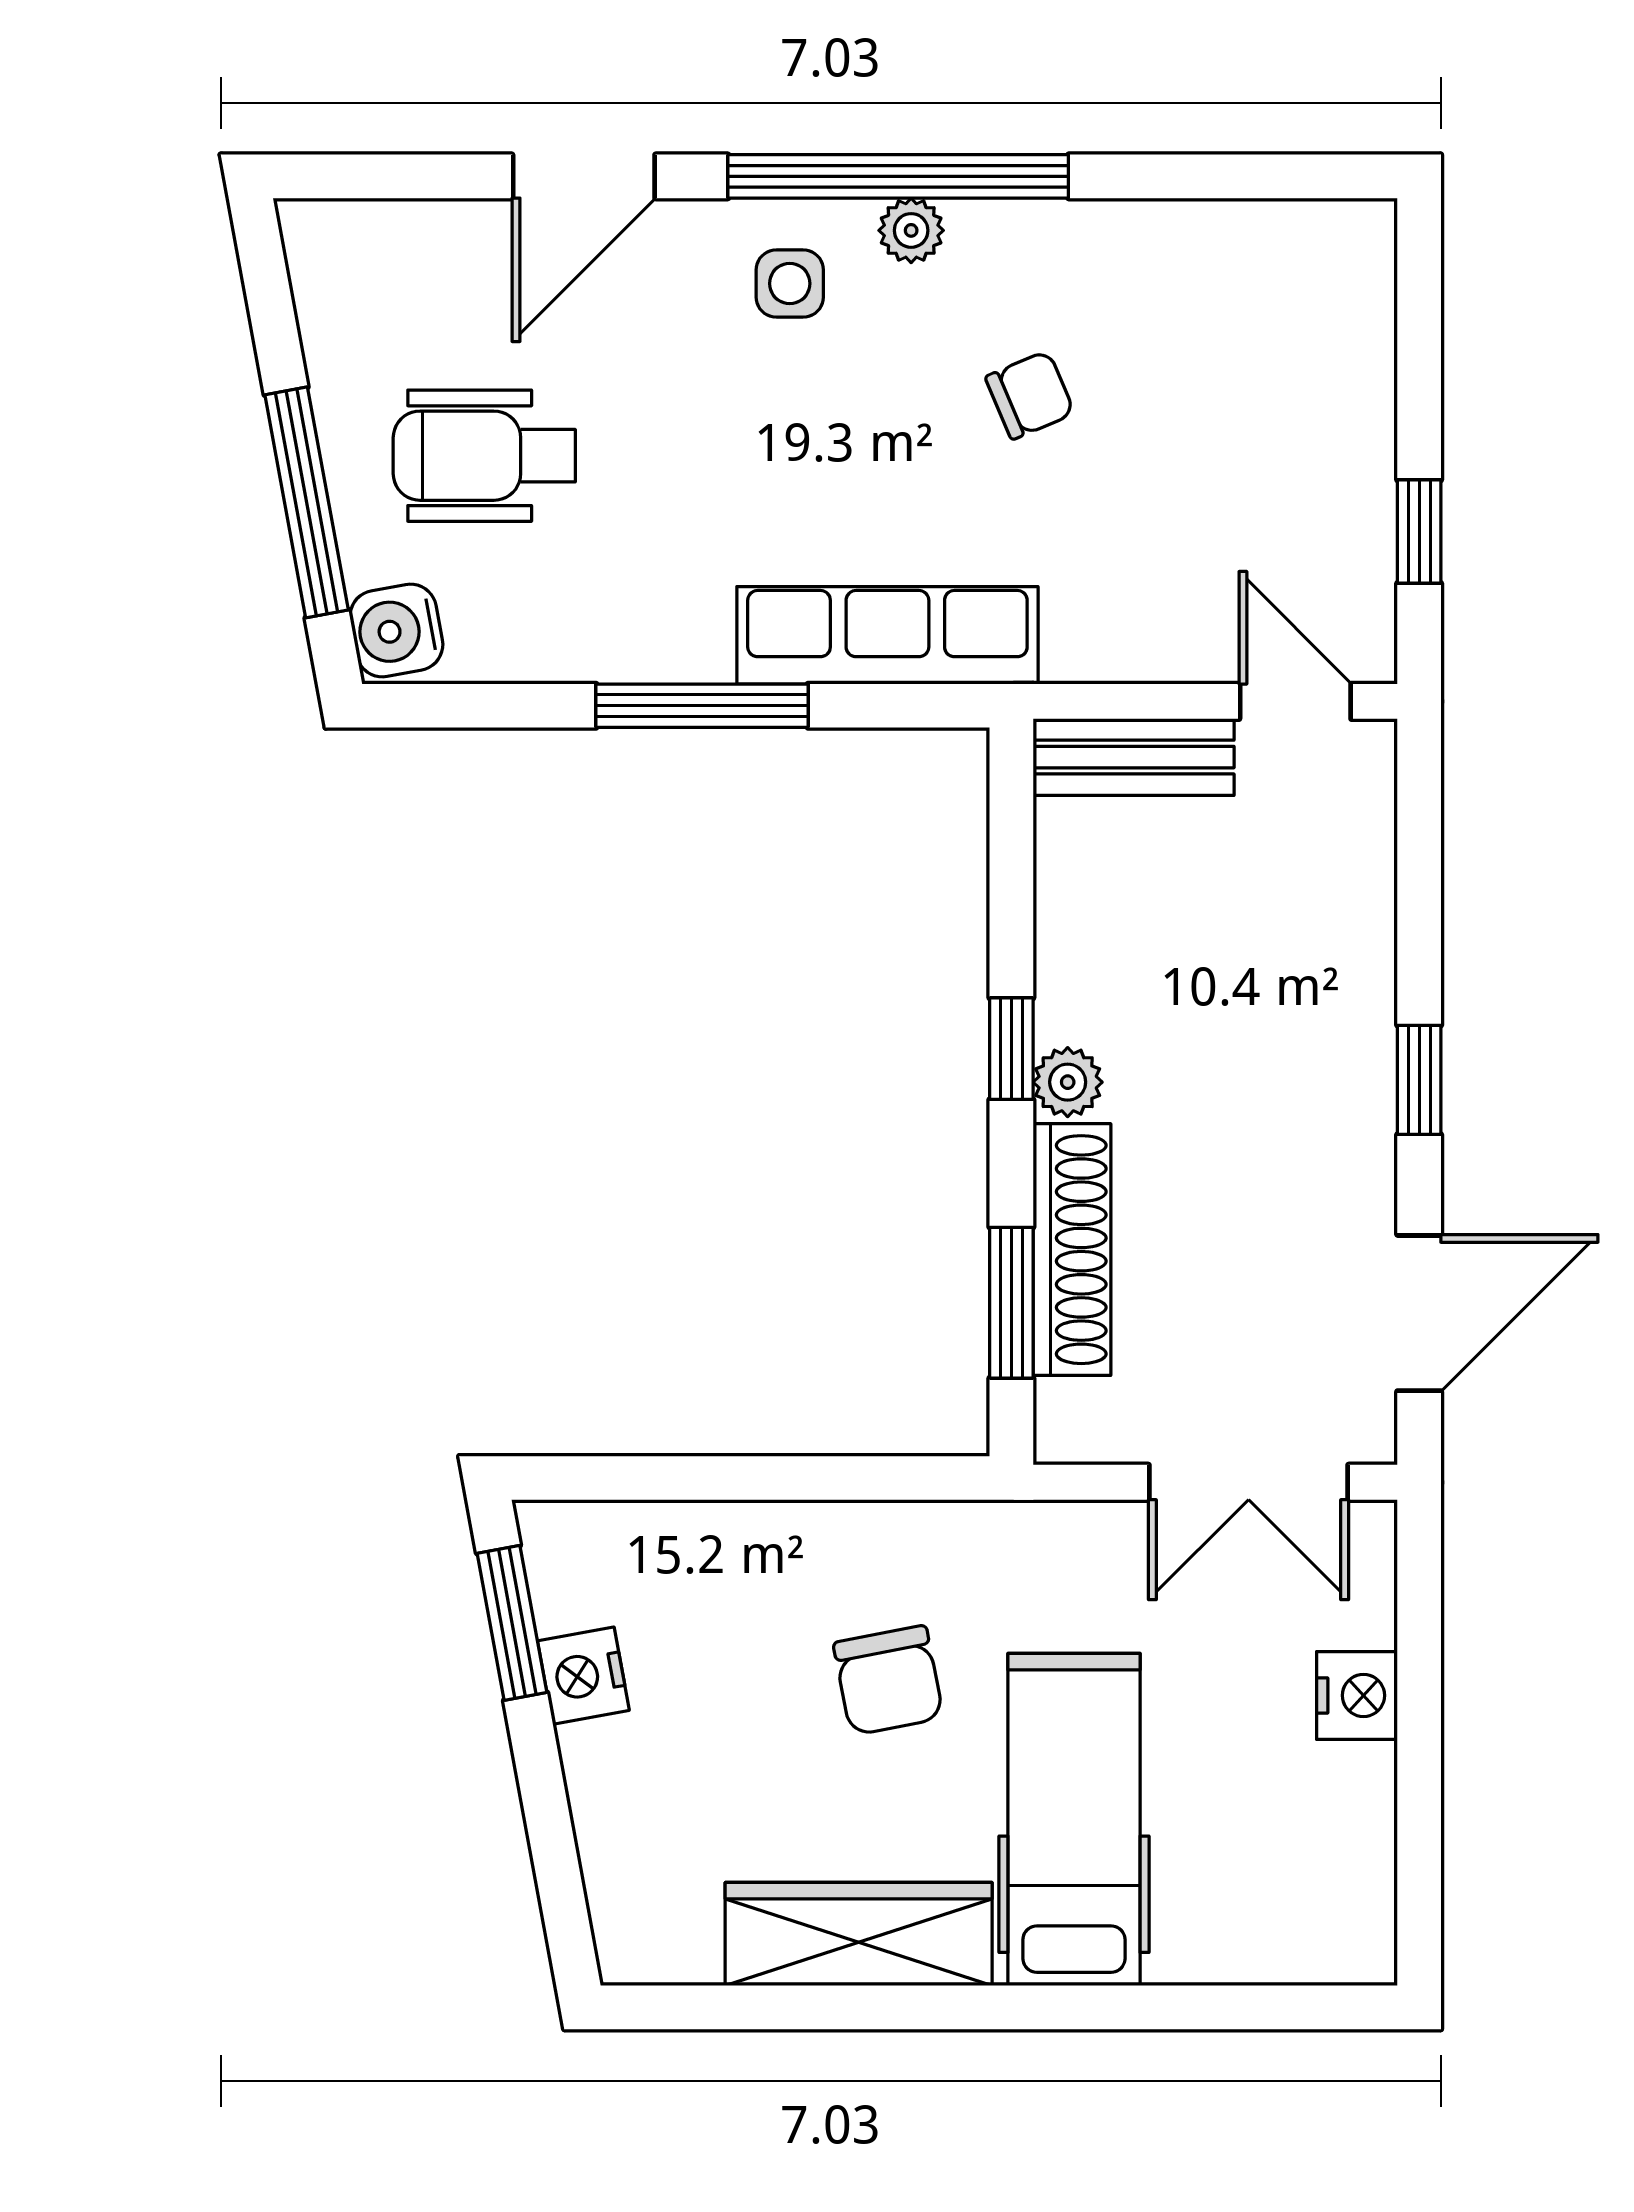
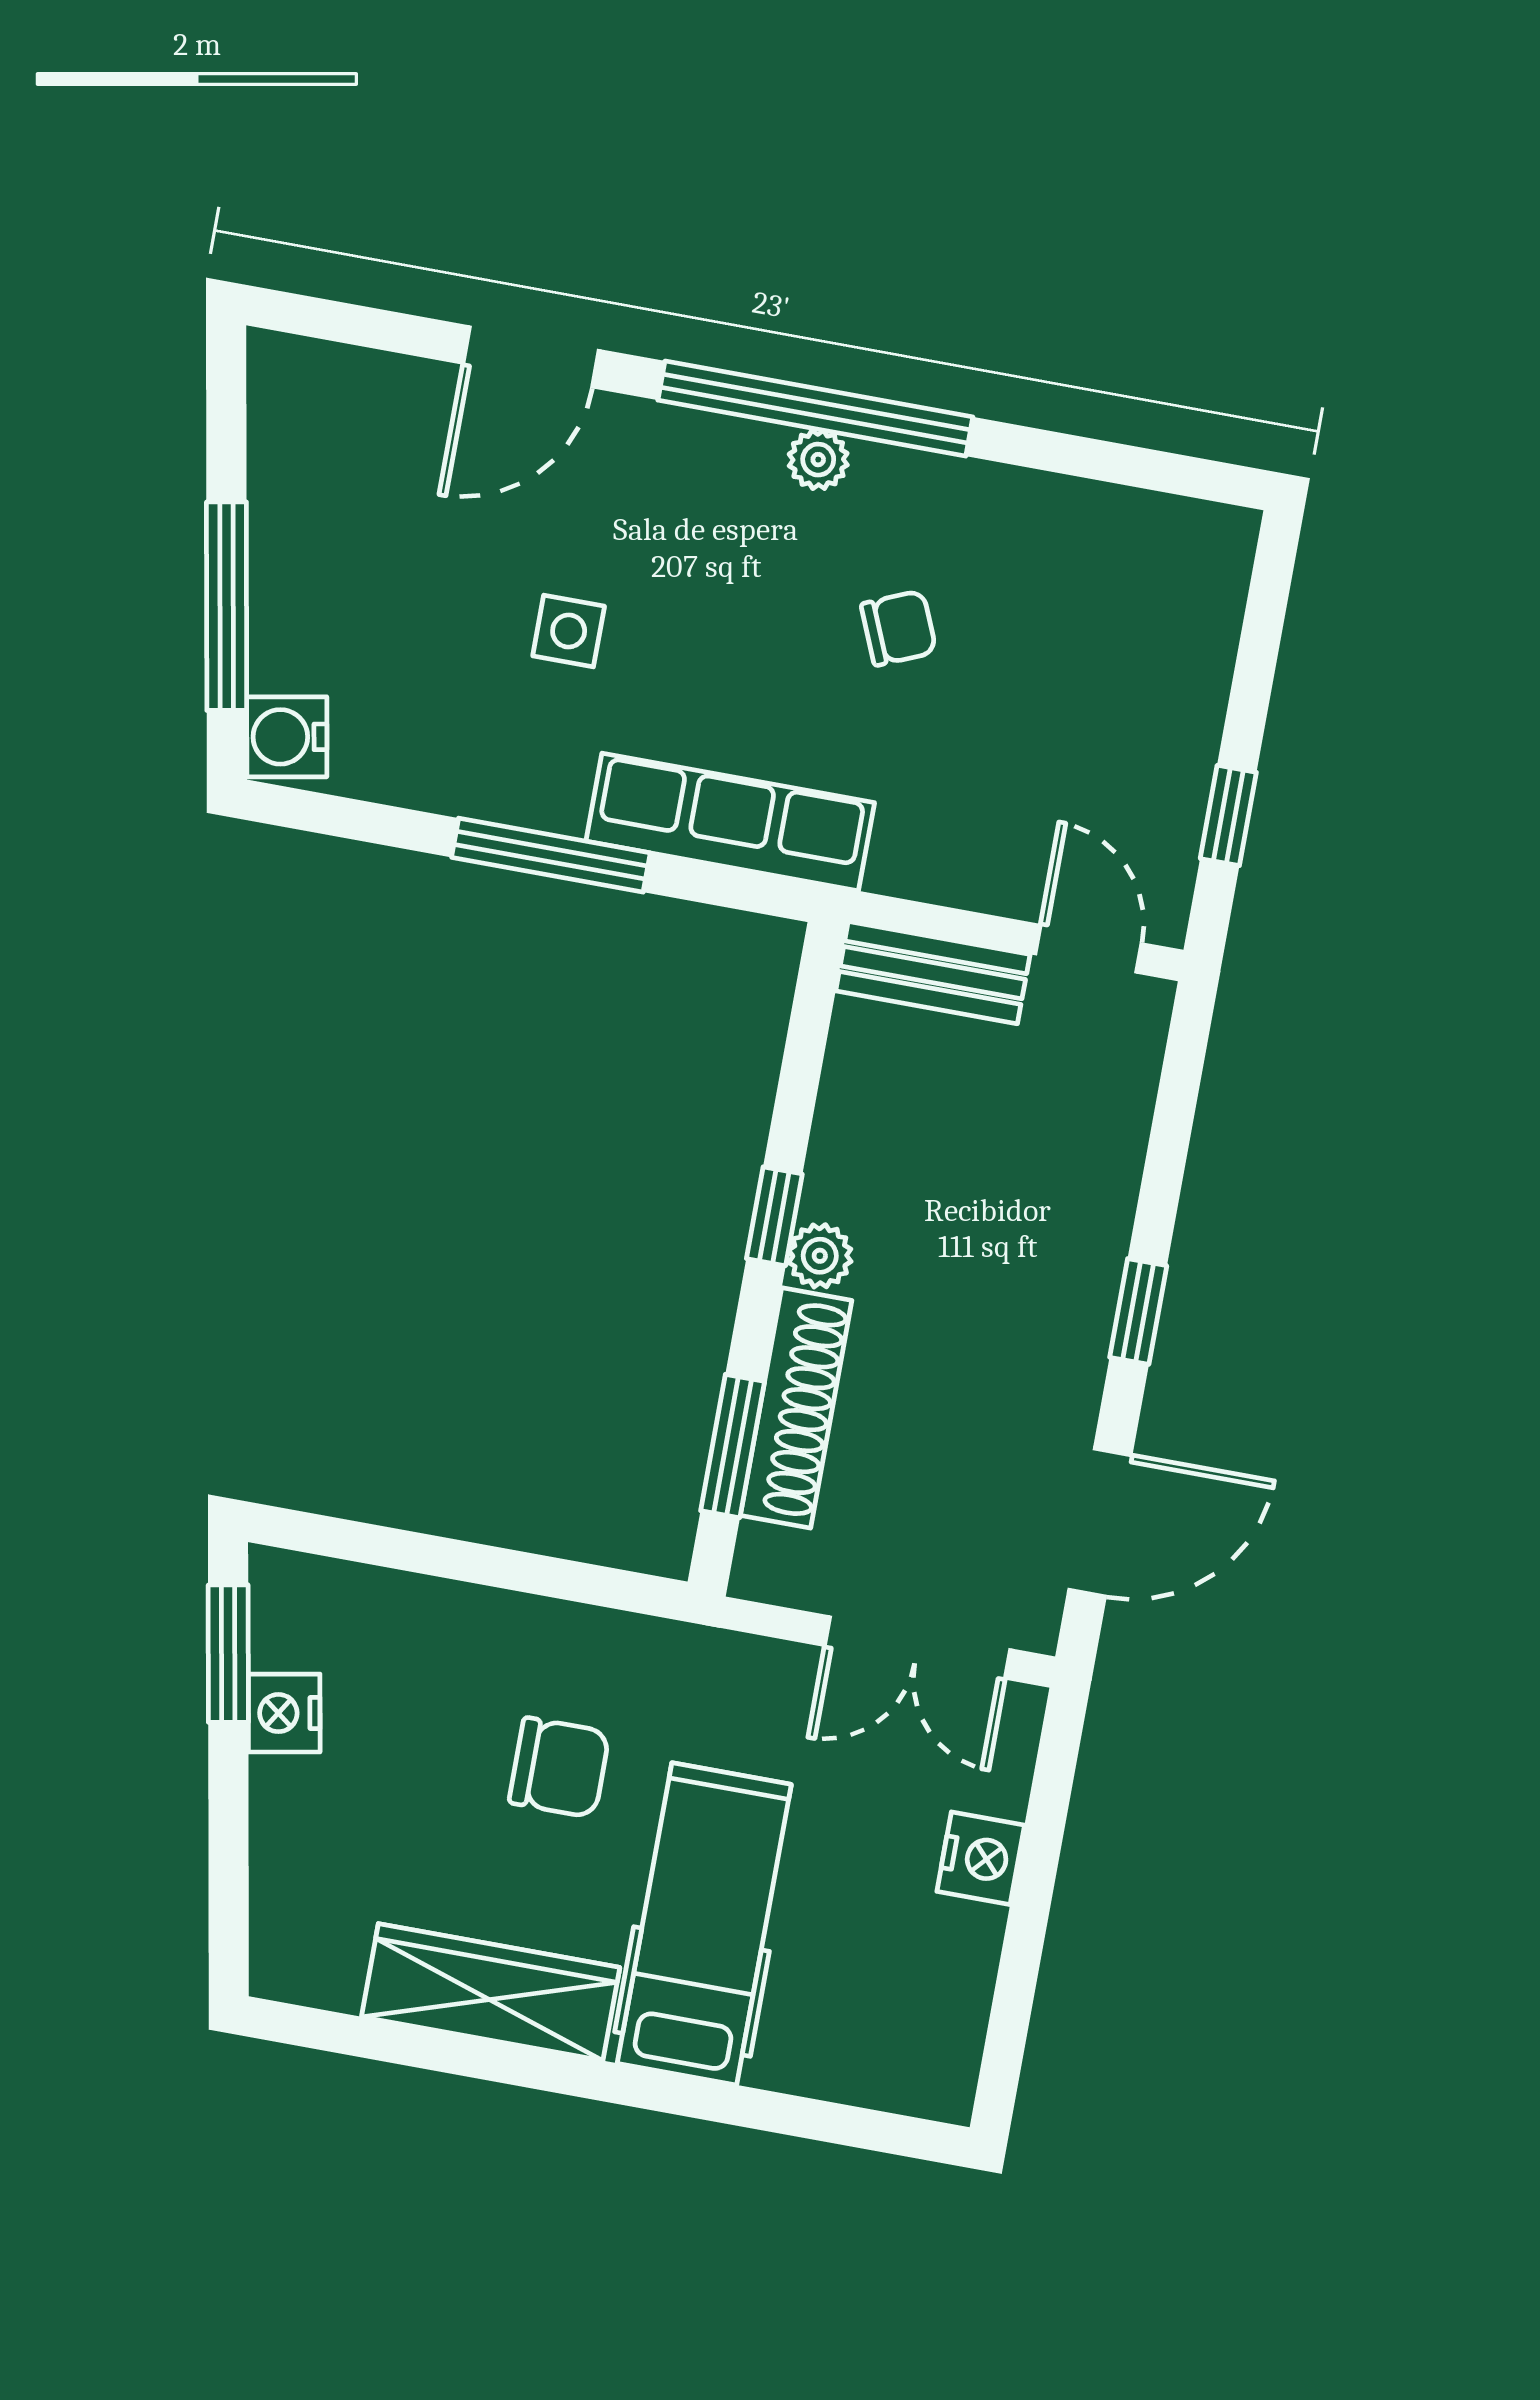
side table: (790, 284) -> (569, 631), moved
wheelchair: (484, 456) -> (395, 593), removed
chair: (888, 1680) -> (559, 1767), turned -79

